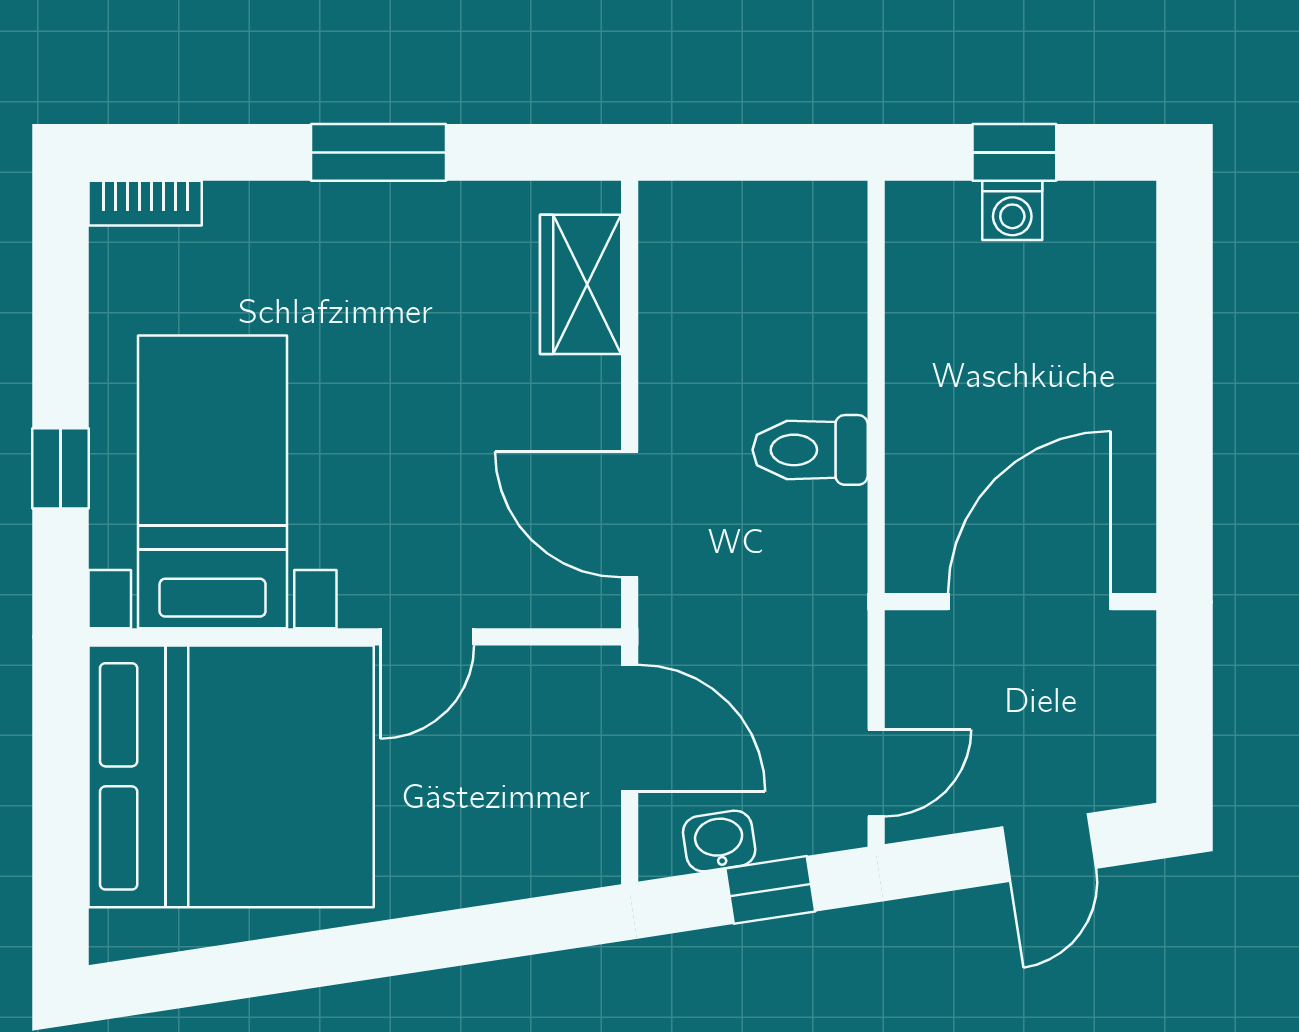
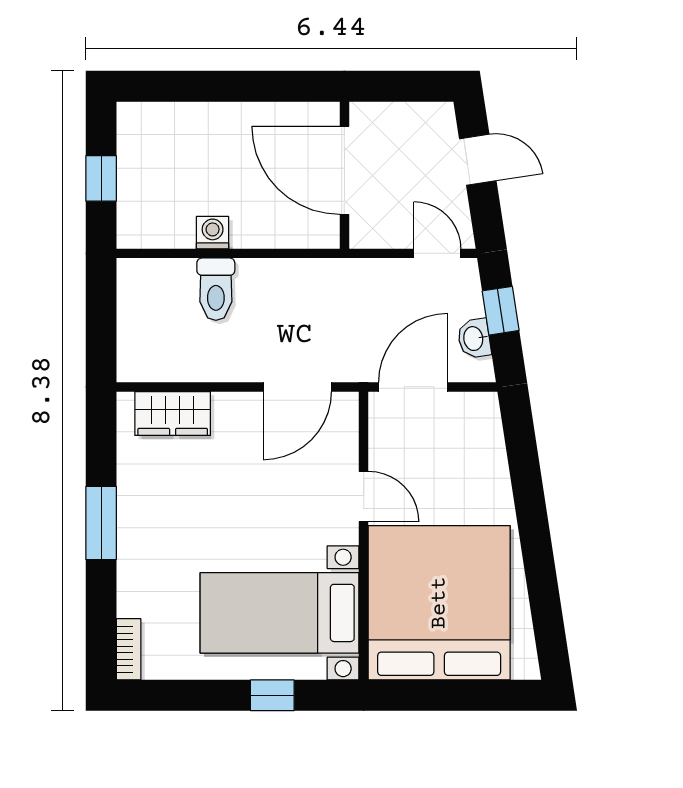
washing machine: (1012, 210) -> (213, 233), moved, turned -90
toilet: (810, 450) -> (216, 289), moved

